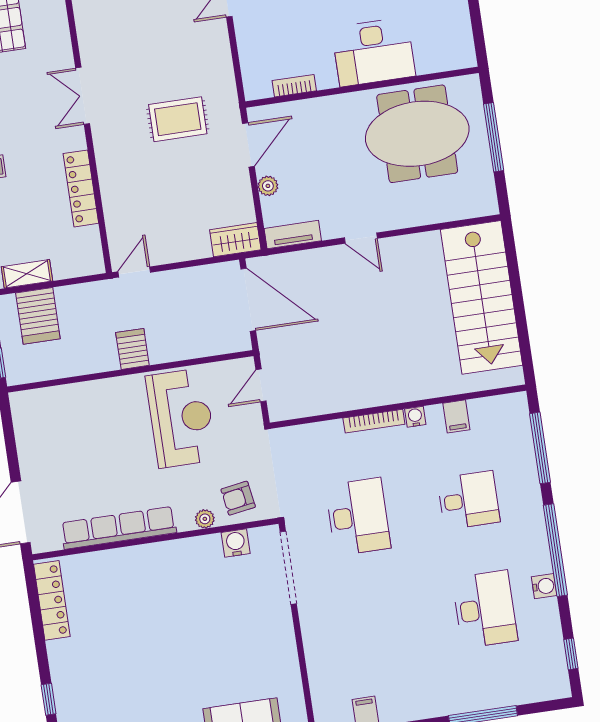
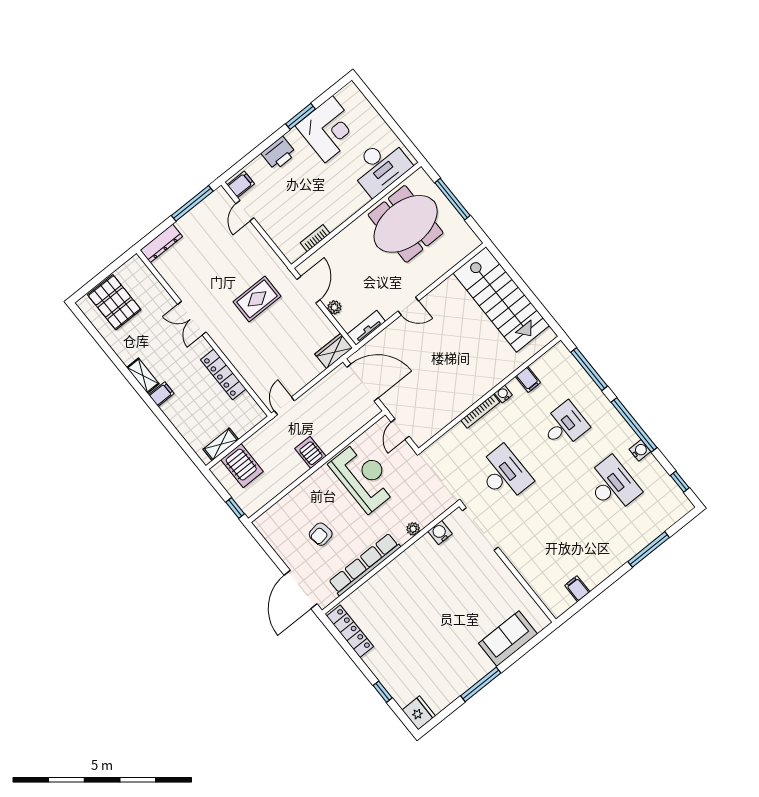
desk: (374, 52) -> (380, 166), moved
armchair: (238, 498) -> (321, 534), moved

